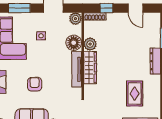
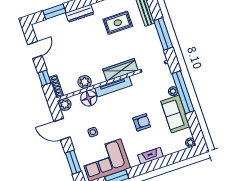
wardrobe: (90, 68) -> (120, 70), moved
armchair: (35, 84) -> (142, 122), turned 180

